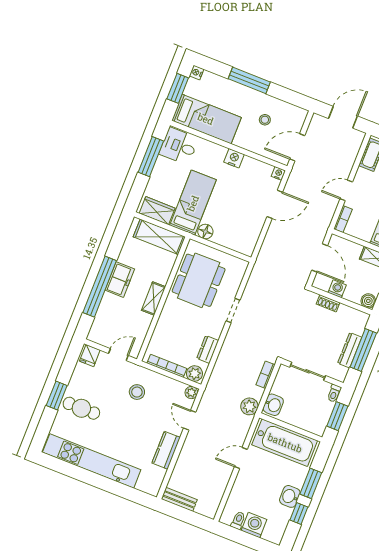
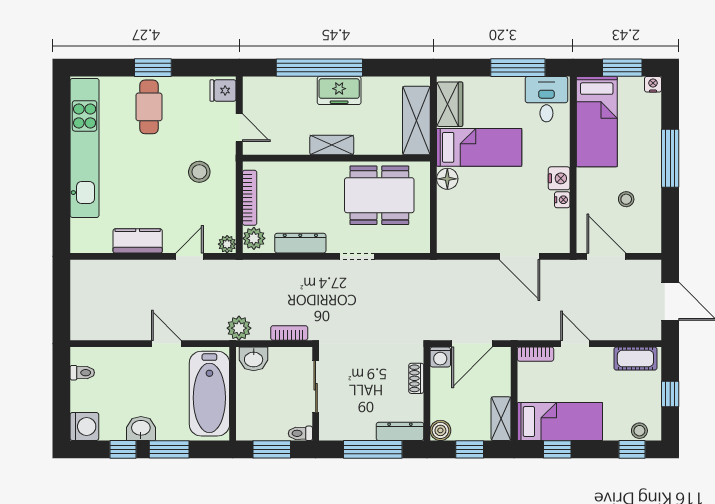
nightstand: (278, 173) -> (562, 200), moved
washing machine: (337, 289) -> (440, 357), moved, turned 90
dresser: (208, 349) -> (300, 243), width x1.44
dresser: (350, 350) -> (400, 431), moved
bench: (179, 499) -> (79, 284), removed
washing machine: (254, 525) -> (84, 427), moved

